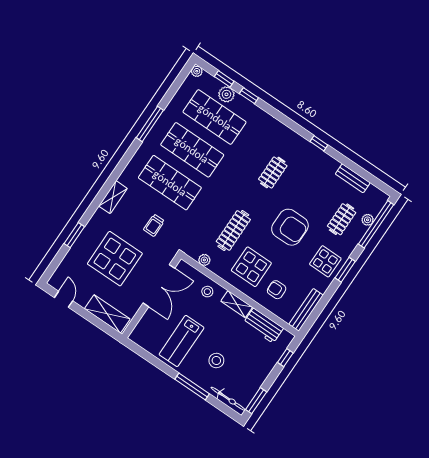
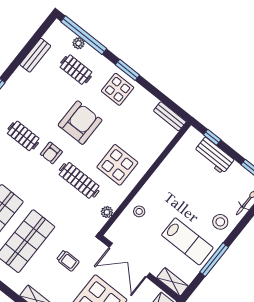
double door: (159, 286) -> (129, 260), swing flipped
armchair: (277, 290) -> (51, 153), moved
shelving: (237, 304) -> (172, 282), moved, turned 90
bench: (306, 310) -> (170, 116), width x0.73
workbench: (263, 326) -> (214, 156), moved, turned 90
stool: (216, 360) -> (220, 222), moved
window: (192, 387) -> (214, 260), moved

